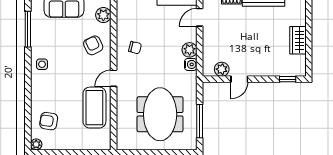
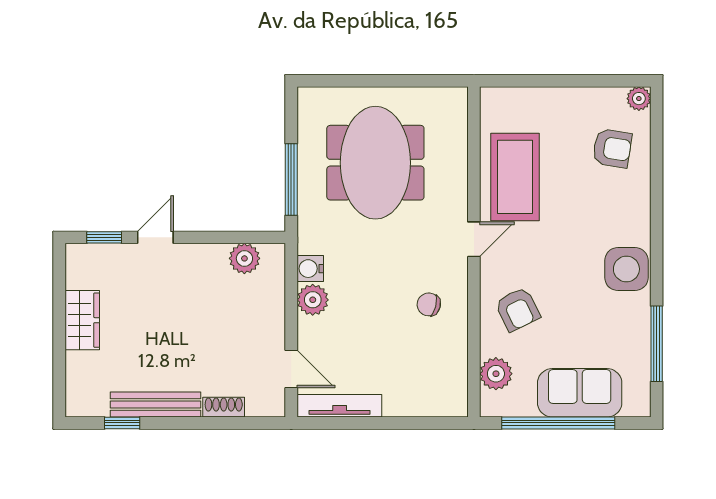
door: (200, 17) -> (291, 369), hinge flipped
side table: (42, 64) -> (626, 269), width x1.87, depth x1.87
door: (239, 79) -> (155, 237), moved
window: (200, 121) -> (291, 180), moved

